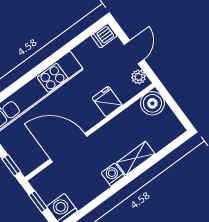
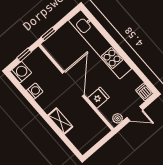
boiler: (152, 103) -> (100, 130), removed
door: (69, 148) -> (73, 84), moved
washing machine: (113, 175) -> (35, 91), moved

